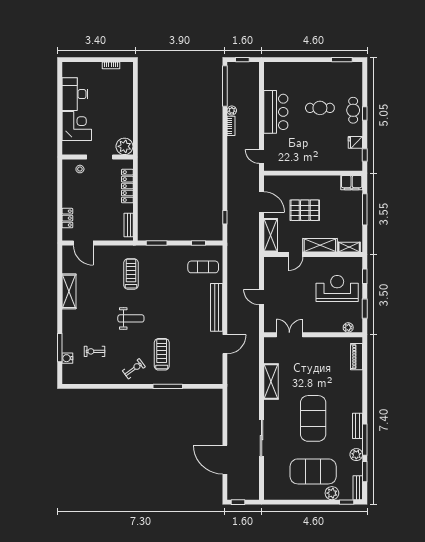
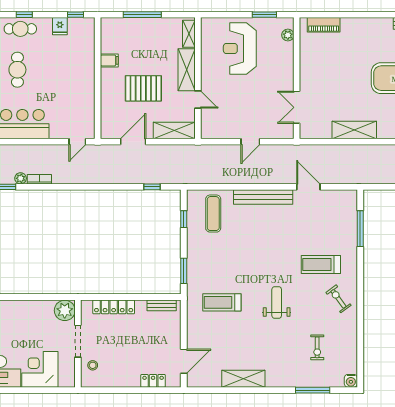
filing cabinet: (352, 183) -> (109, 60), moved, width x0.50
pallet: (305, 210) -> (143, 88), turned 90
window: (365, 276) -> (225, 15), removed
water cooler: (67, 358) -> (351, 381), moved
window: (168, 386) -> (360, 229), moved

